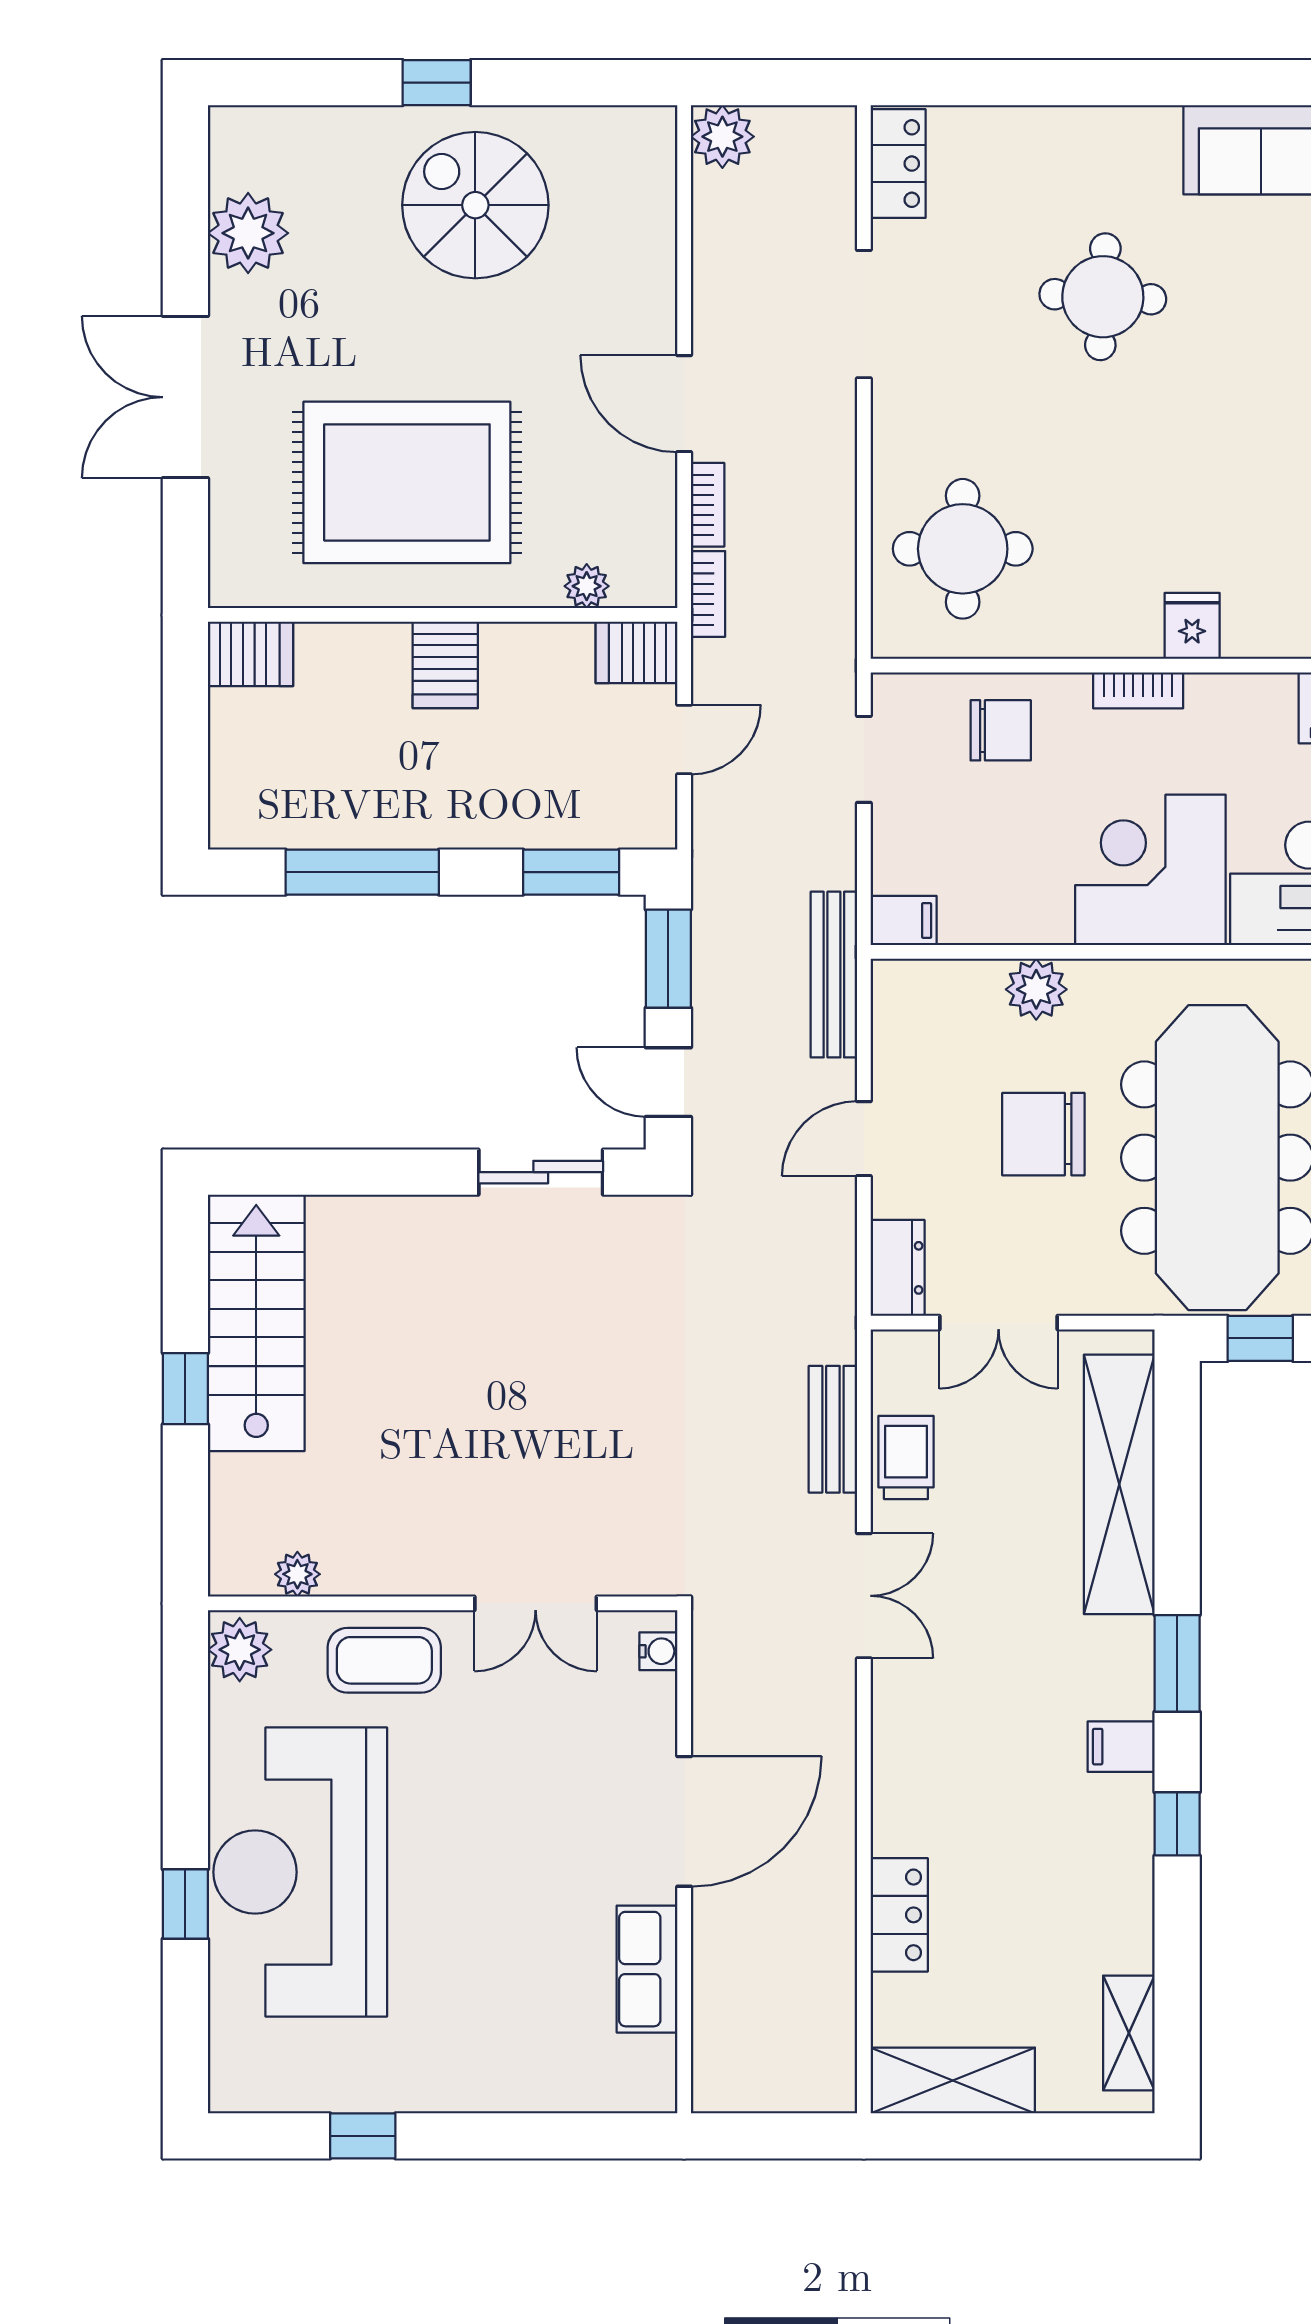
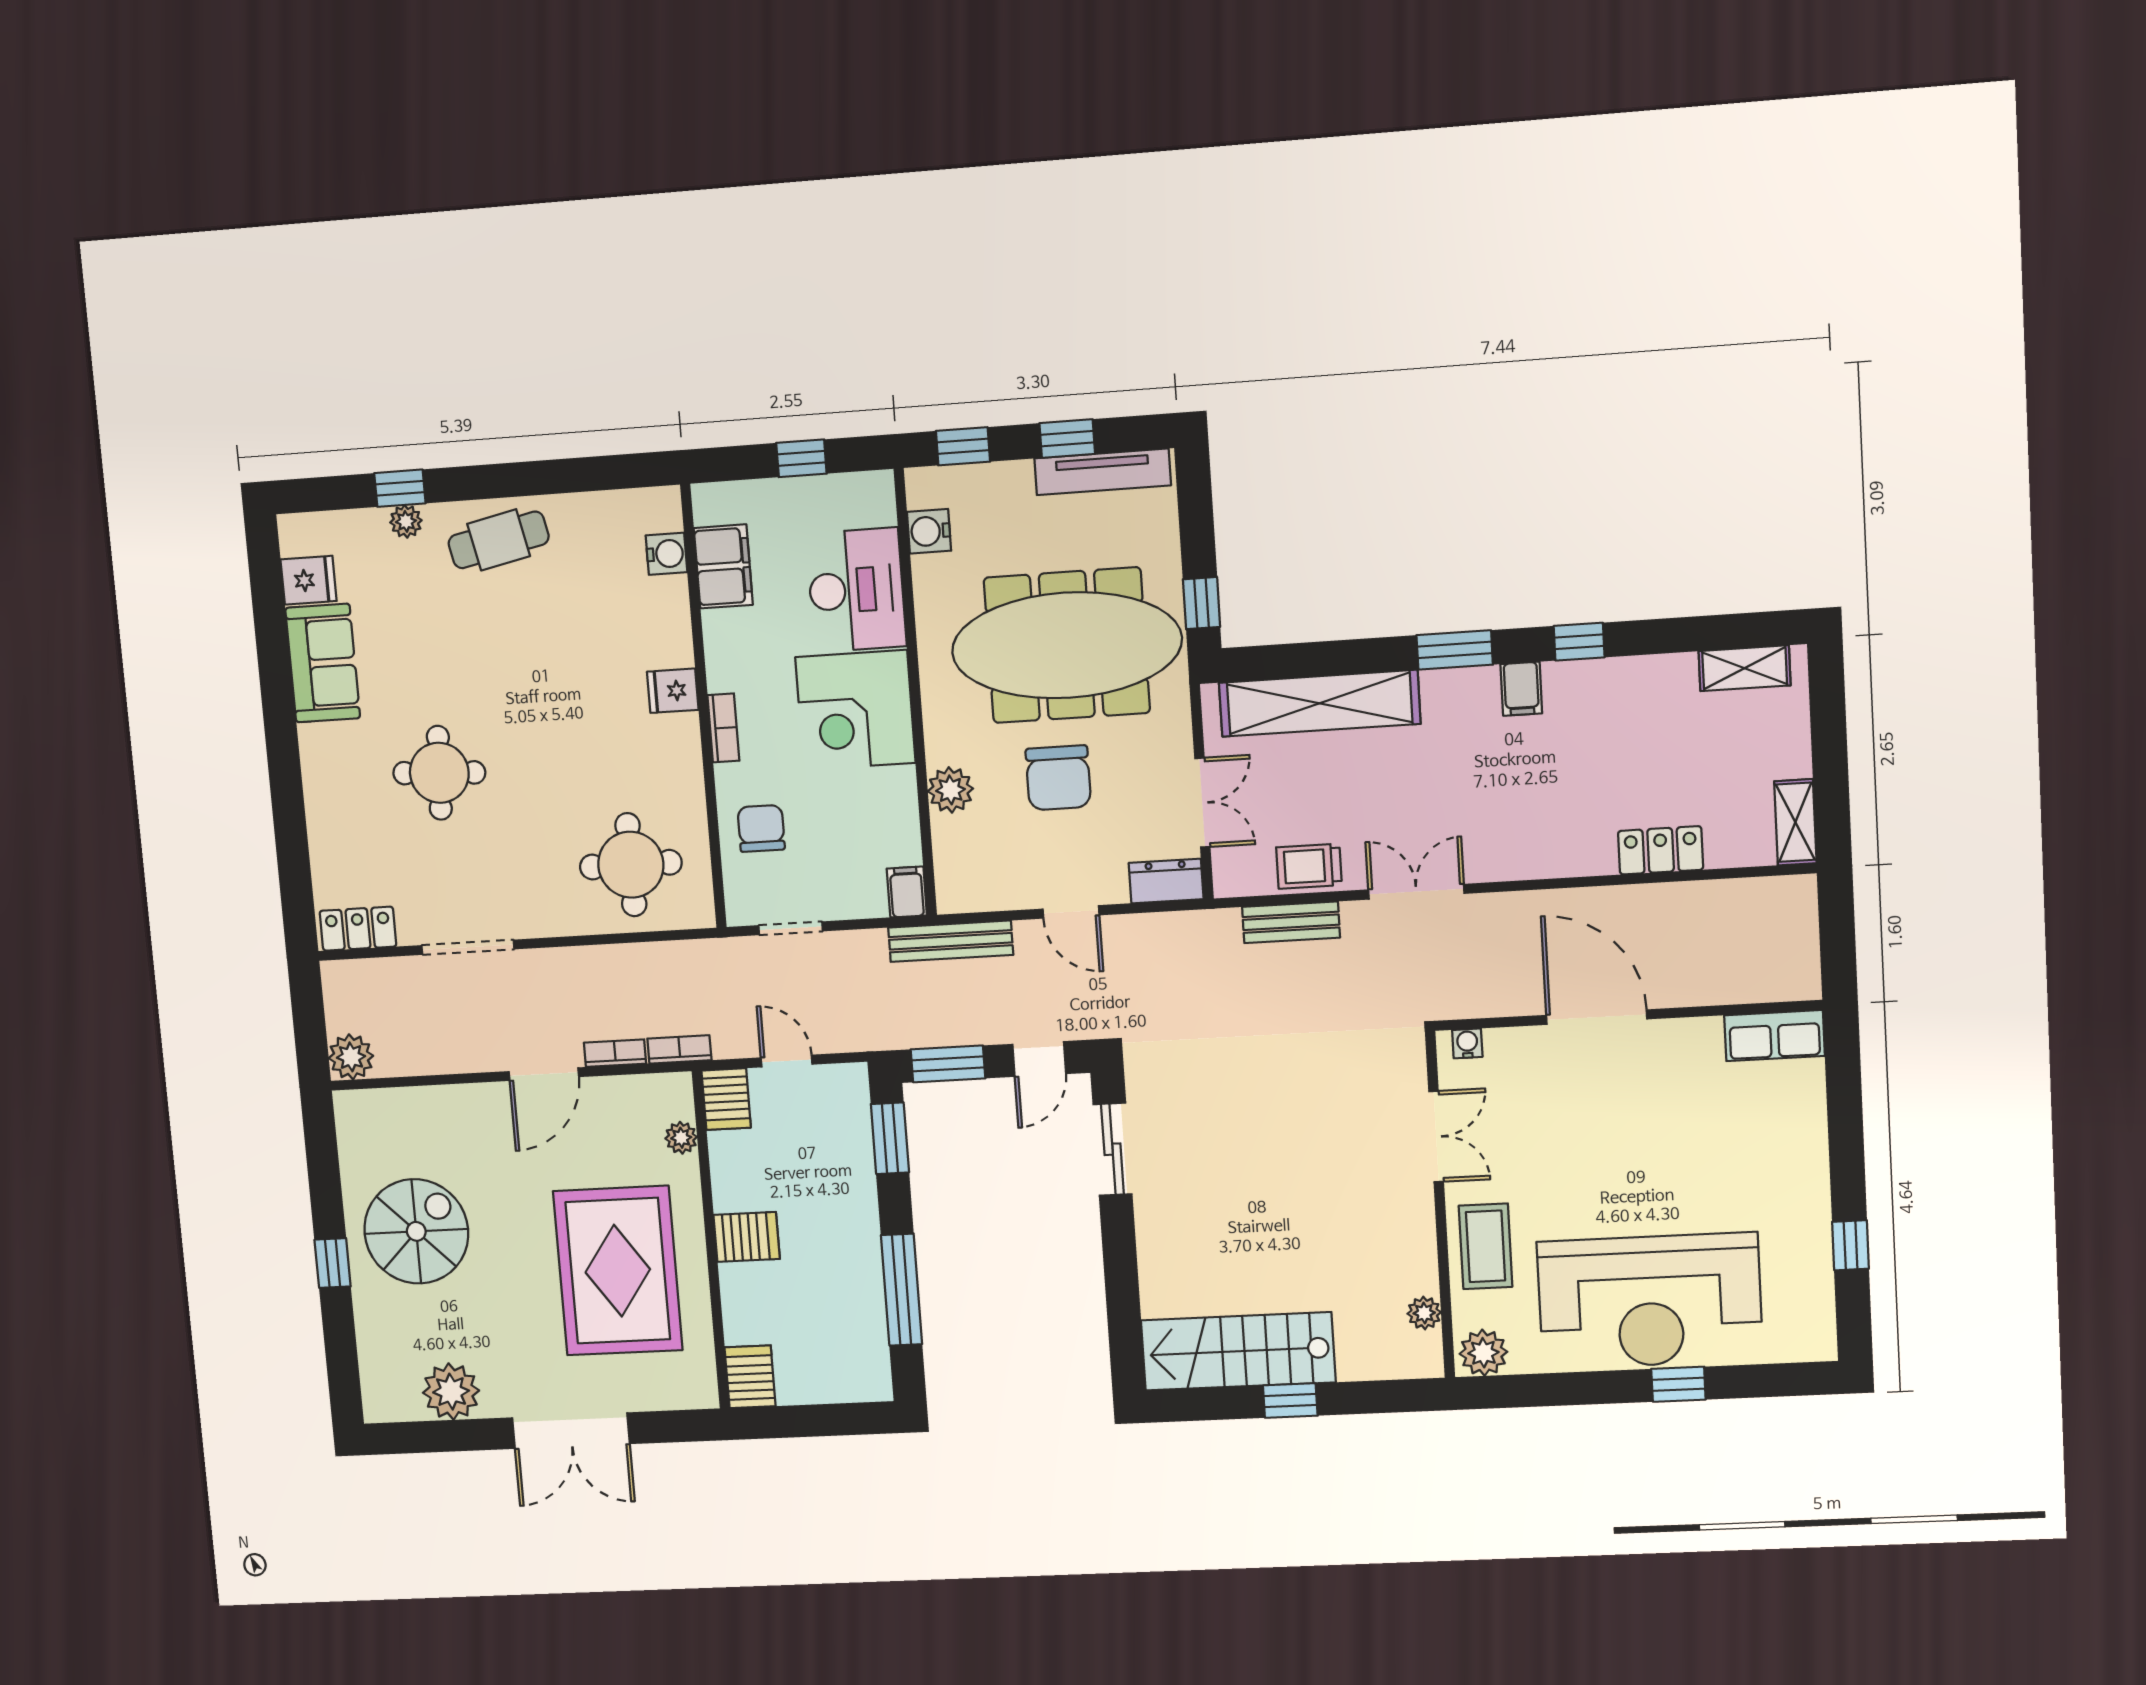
spiral stairs: (475, 205) -> (416, 1231), turned 180
row of seats: (647, 1969) -> (1775, 1036), moved
shelving: (953, 2080) -> (1795, 822), width x0.67, depth x0.75

